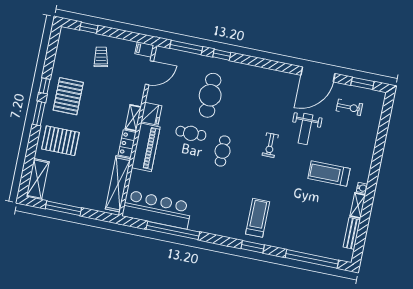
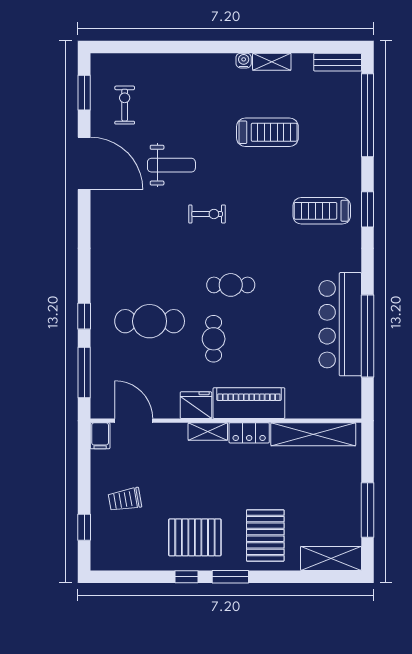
treadmill: (329, 174) -> (267, 132), moved, turned -90
bar counter: (157, 209) -> (340, 324), moved
bench: (352, 233) -> (338, 62), moved

